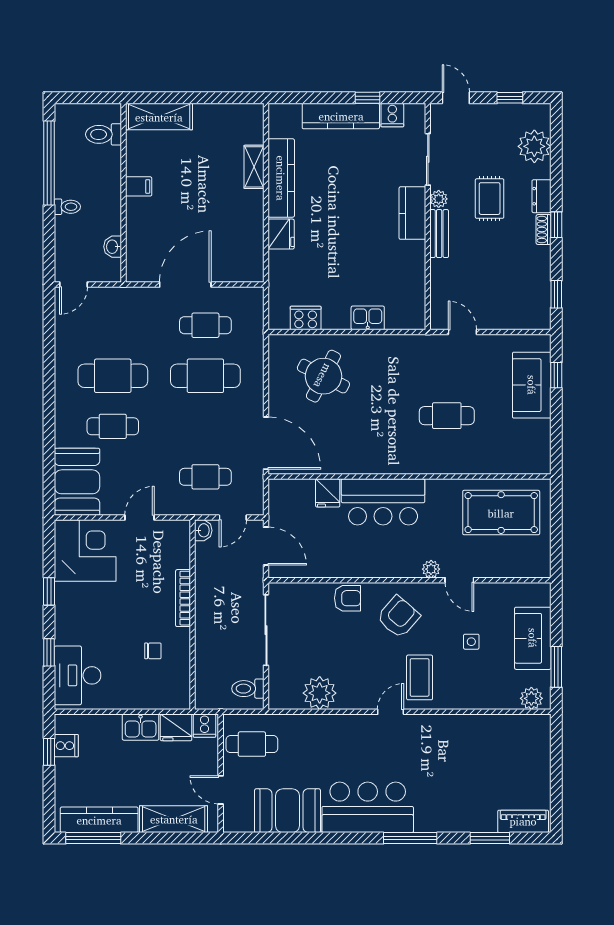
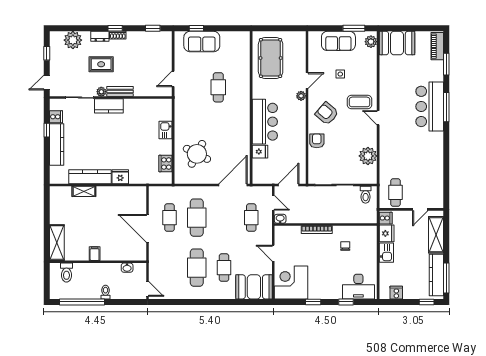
window: (49, 752) -> (427, 302), moved
bar counter: (368, 807) -> (430, 106), moved
booth: (288, 811) -> (397, 43), moved, turned 90

